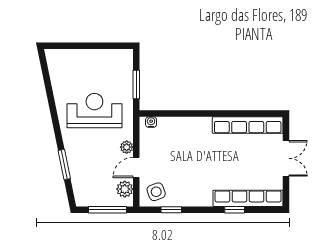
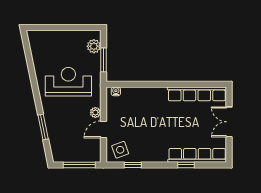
double door: (286, 158) -> (229, 122), swing flipped
plant: (125, 189) -> (94, 46), moved

